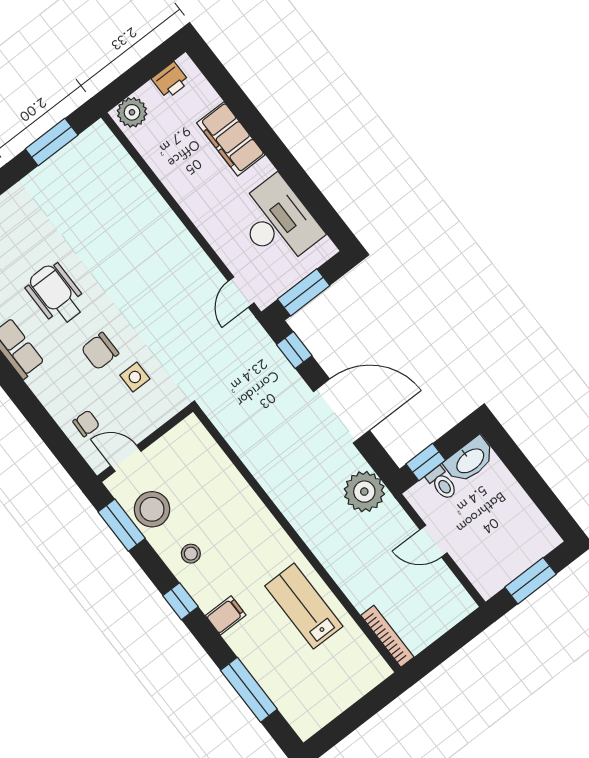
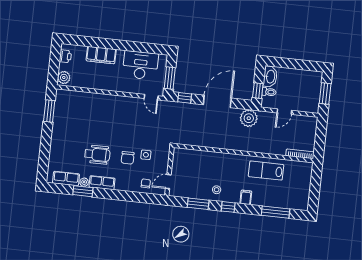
wheelchair: (56, 294) -> (97, 155), turned 180
stool: (152, 509) -> (191, 189), removed
window: (122, 525) -> (198, 204), moved

